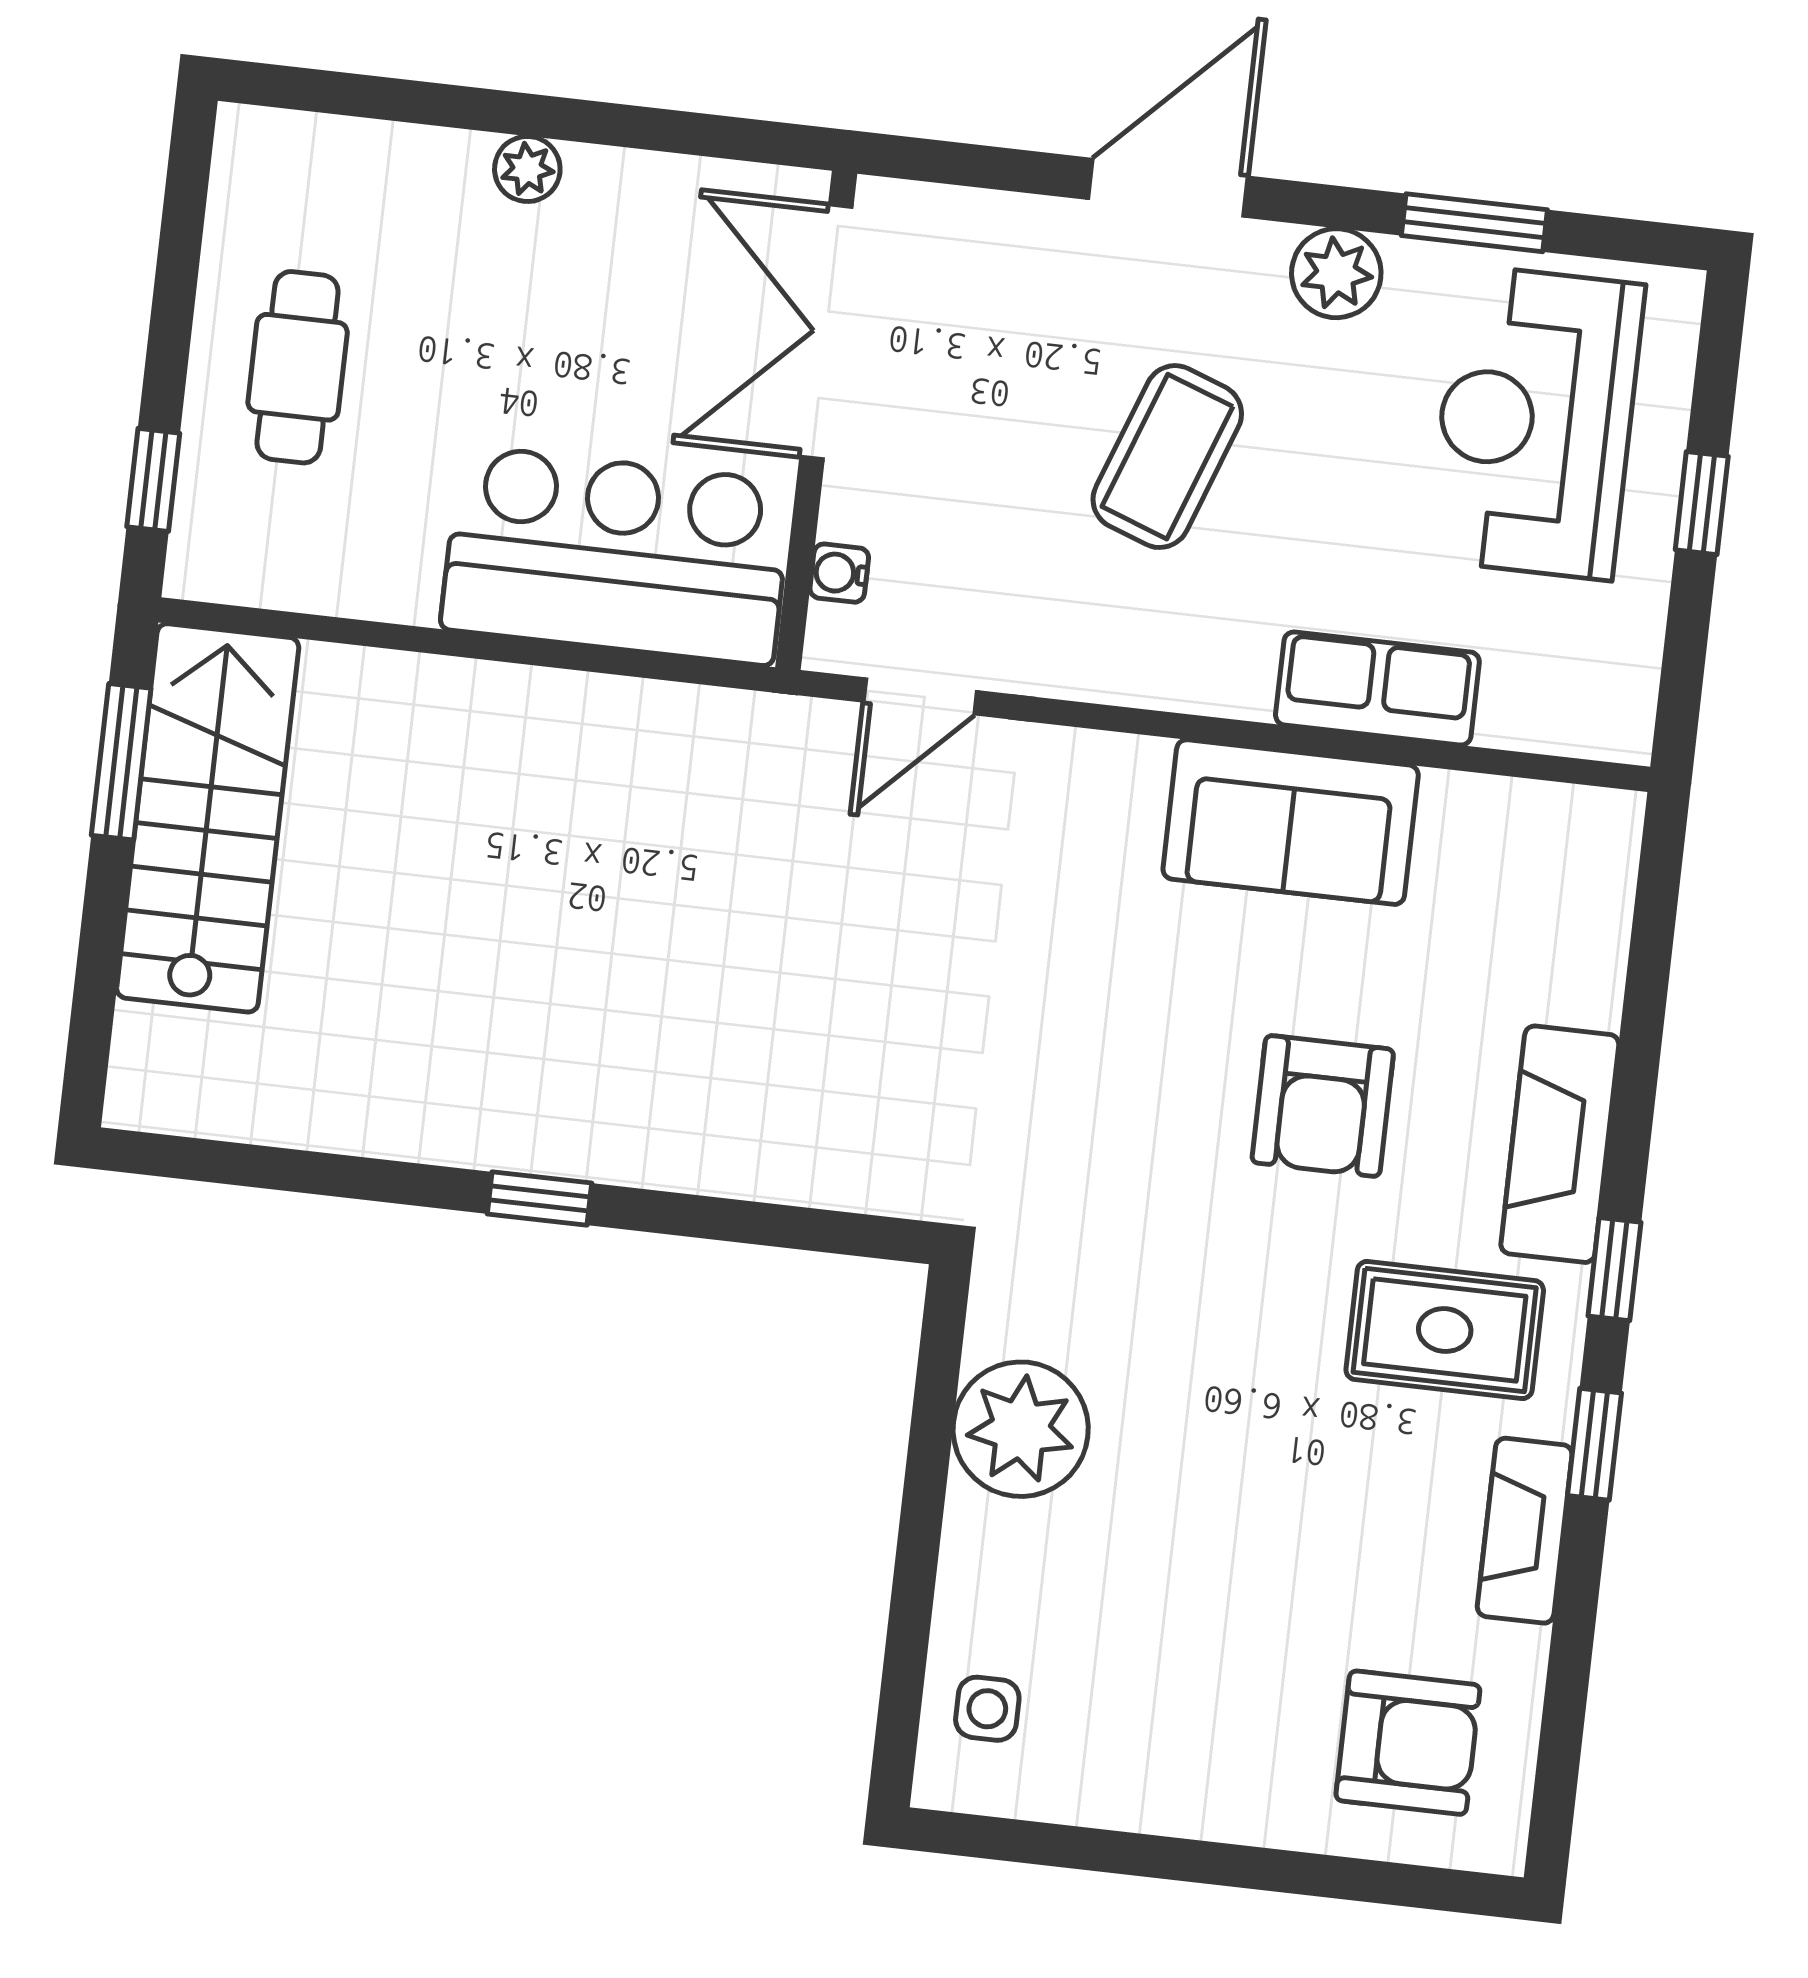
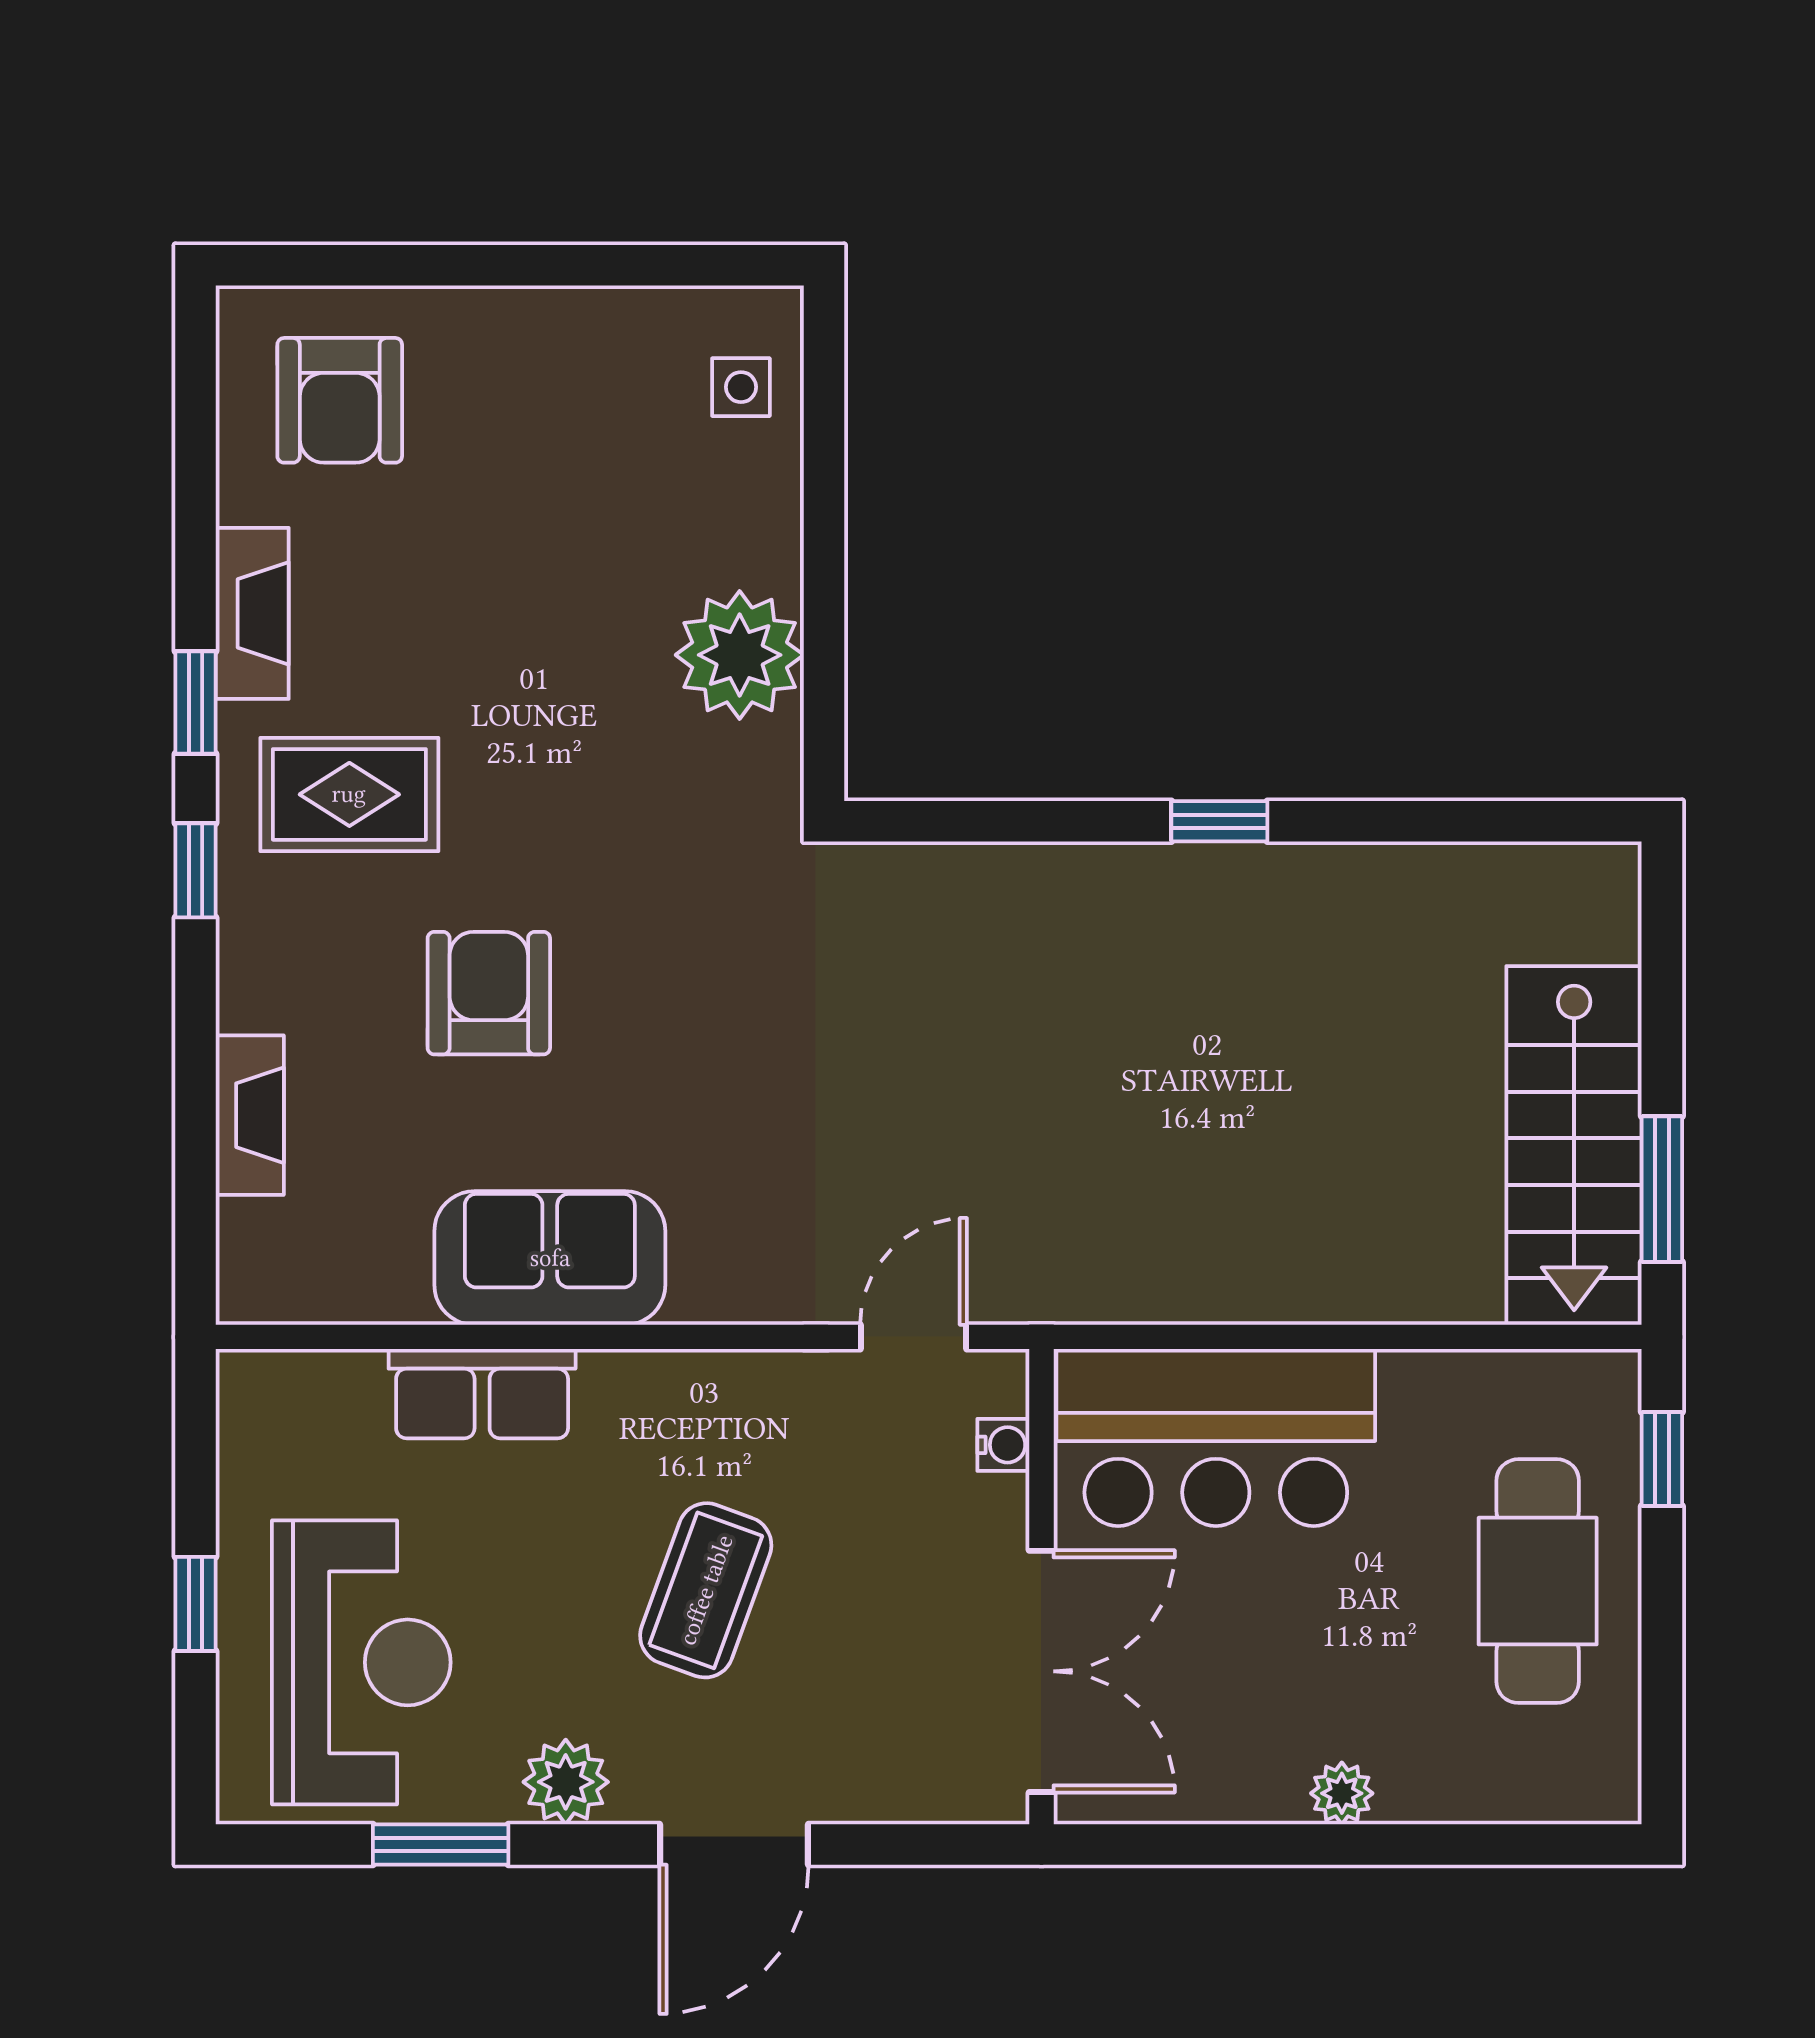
cafe table: (298, 367) -> (1538, 1581), width x1.37, depth x1.35
fireplace: (1560, 1144) -> (250, 1115), moved, width x0.73, depth x0.76
armchair: (1408, 1743) -> (340, 400), turned -90

